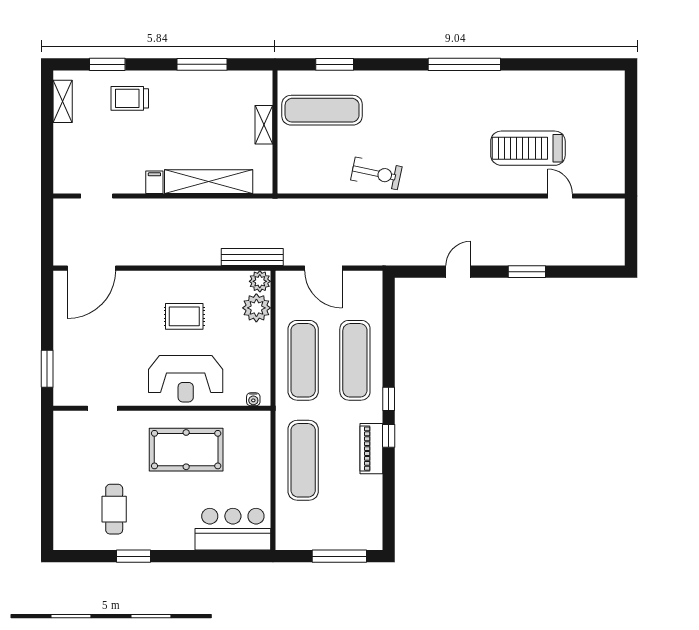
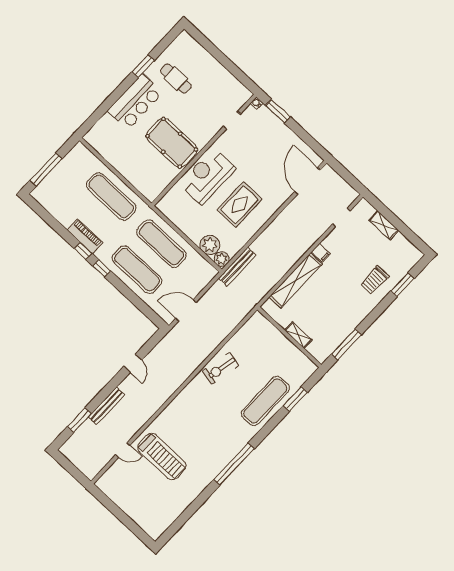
window: (202, 64) -> (346, 344), moved
trolley: (130, 98) -> (375, 280), turned 180
shelving: (63, 101) -> (384, 225), moved
exercise mat: (322, 110) -> (265, 401), moved
treadmill: (528, 148) -> (162, 457), turned 90
bench: (530, 257) -> (106, 406), added
door: (323, 268) -> (186, 310), moved
window: (527, 272) -> (80, 420), moved
rug: (184, 316) -> (240, 205), width x1.36, depth x1.43
water cooler: (253, 399) -> (257, 103), moved
pool table: (186, 450) -> (172, 143), turned 90
bar counter: (233, 529) -> (135, 102), moved

